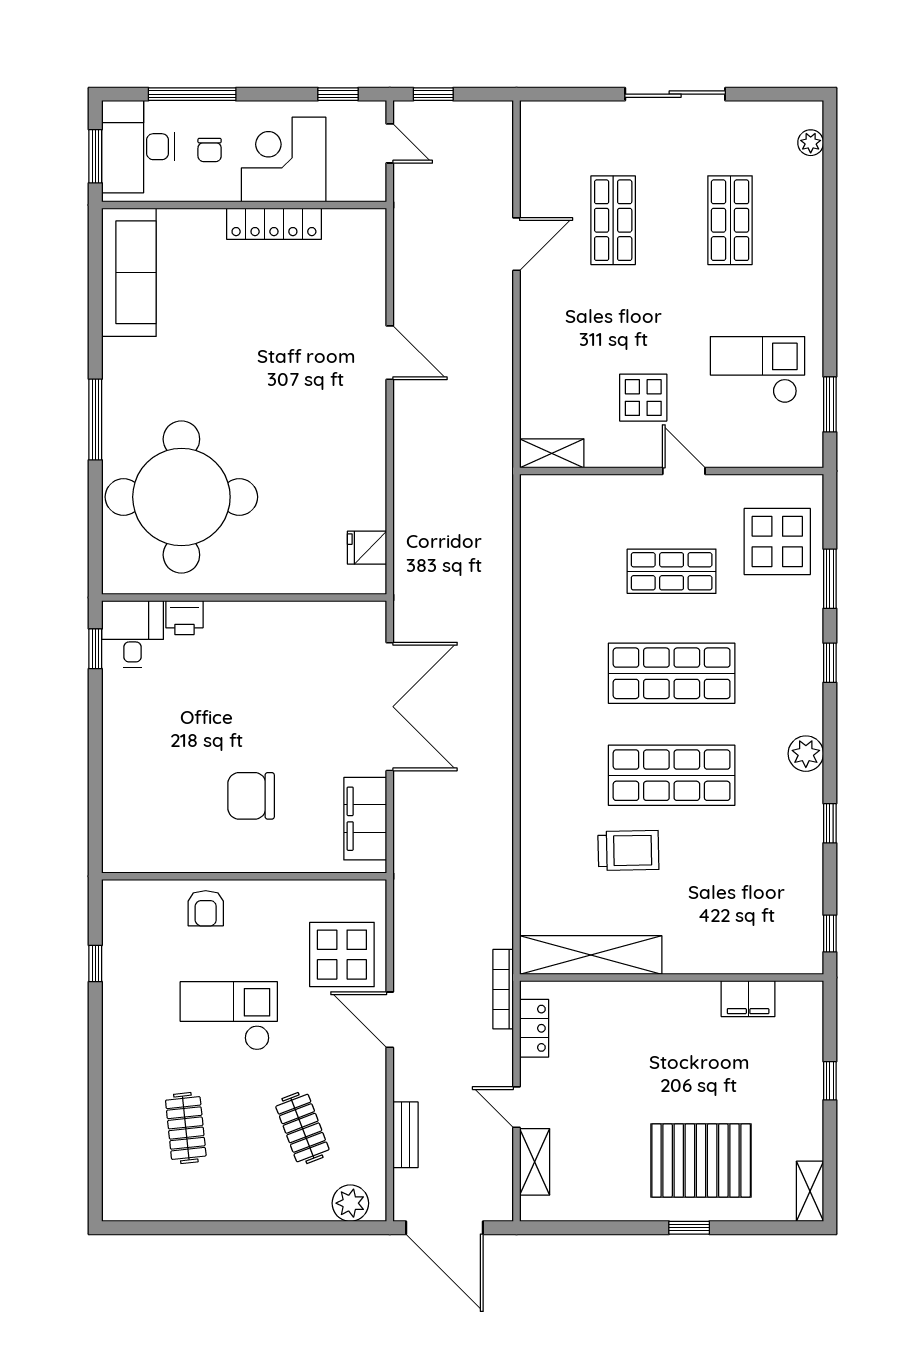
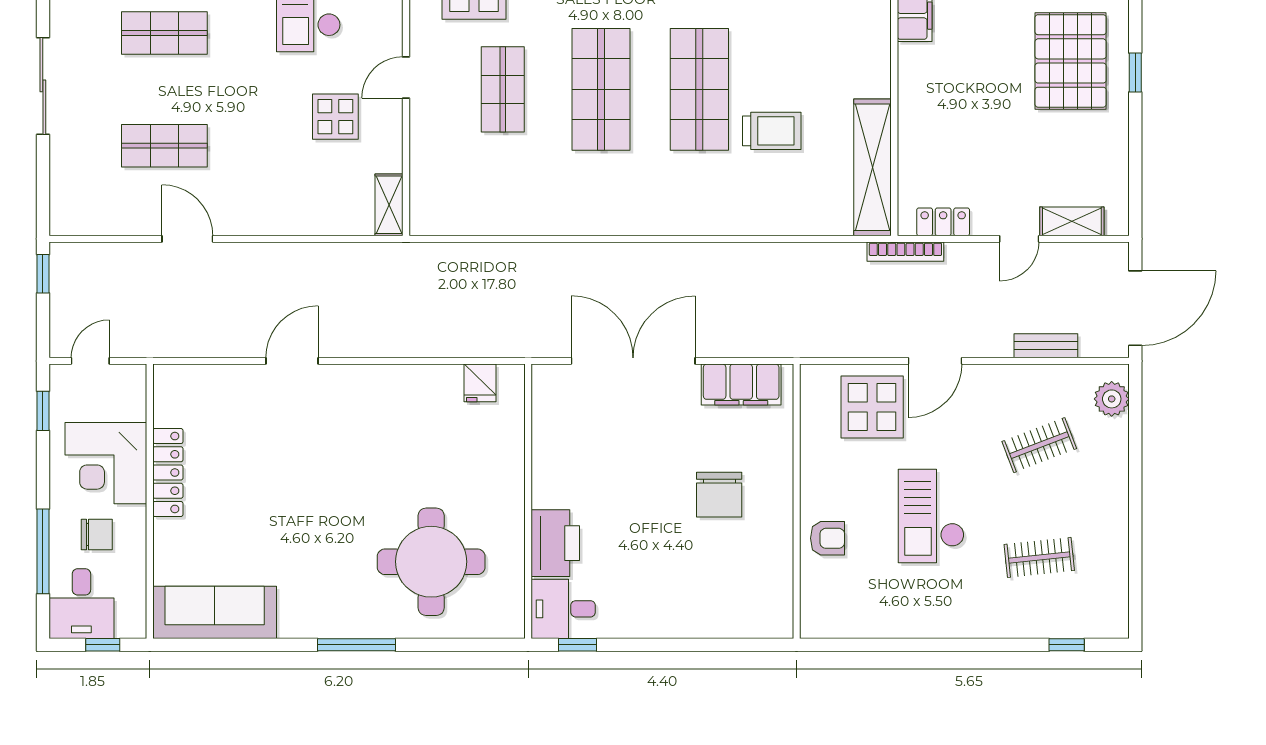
window: (433, 94) -> (43, 274), moved
desk: (138, 147) -> (81, 604), width x0.73
chair: (210, 150) -> (97, 535), width x1.37, depth x1.37
window: (95, 156) -> (103, 645), width x0.67
round table: (181, 497) -> (431, 562), width x0.73, depth x0.73
printer: (184, 618) -> (555, 543), width x1.87, depth x1.48
trolley: (628, 850) -> (772, 131), turned 91
window: (95, 964) -> (1067, 645), moved

